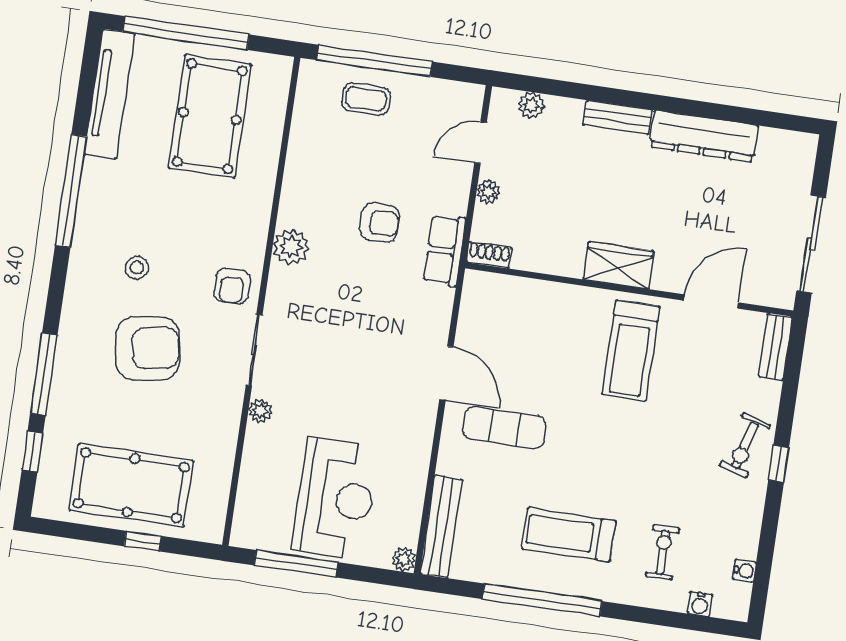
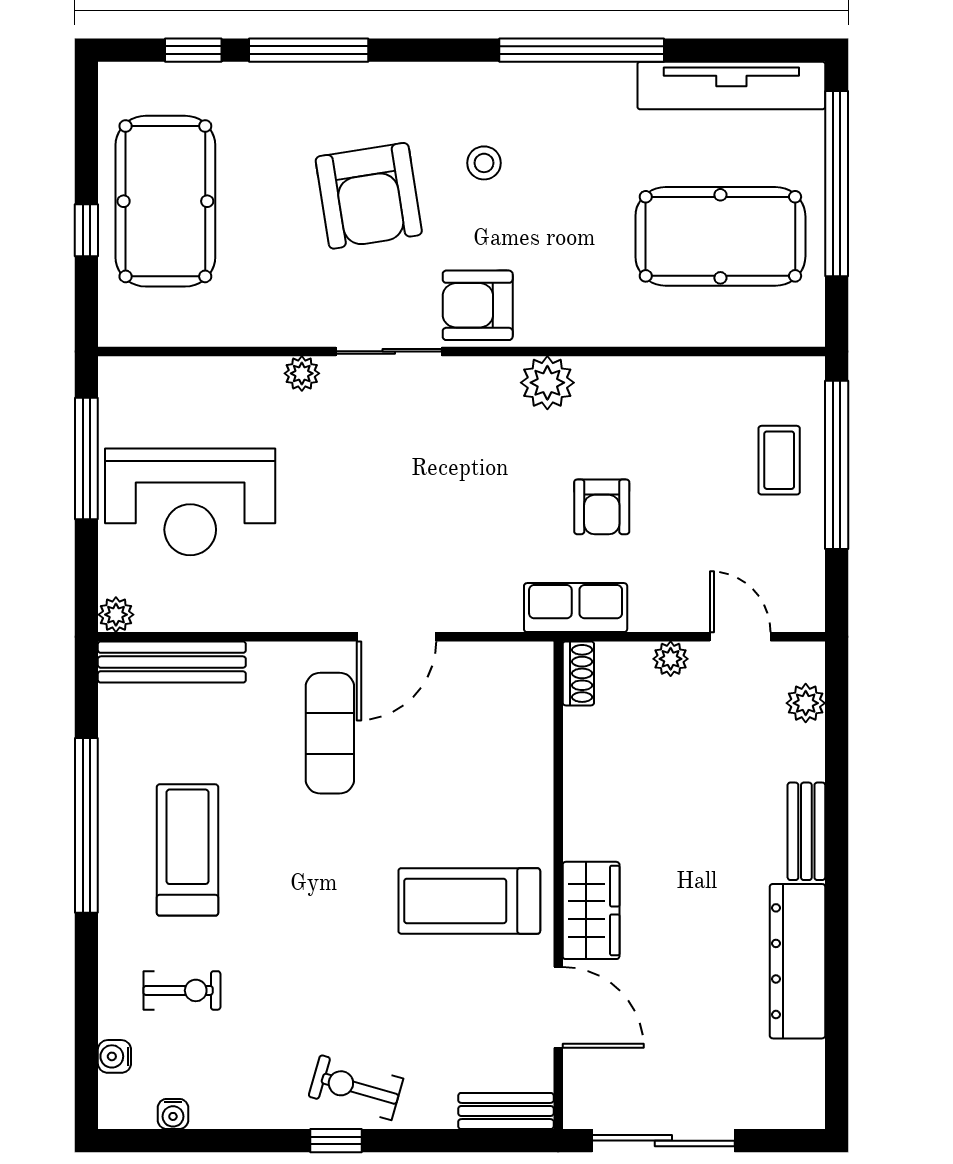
wardrobe: (618, 265) -> (591, 910), moved
armchair: (232, 286) -> (478, 305), width x1.38, depth x1.38

